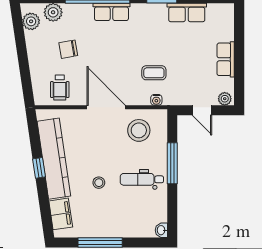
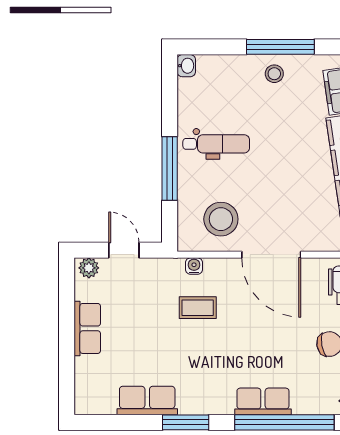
stool: (99, 183) -> (274, 74), moved

